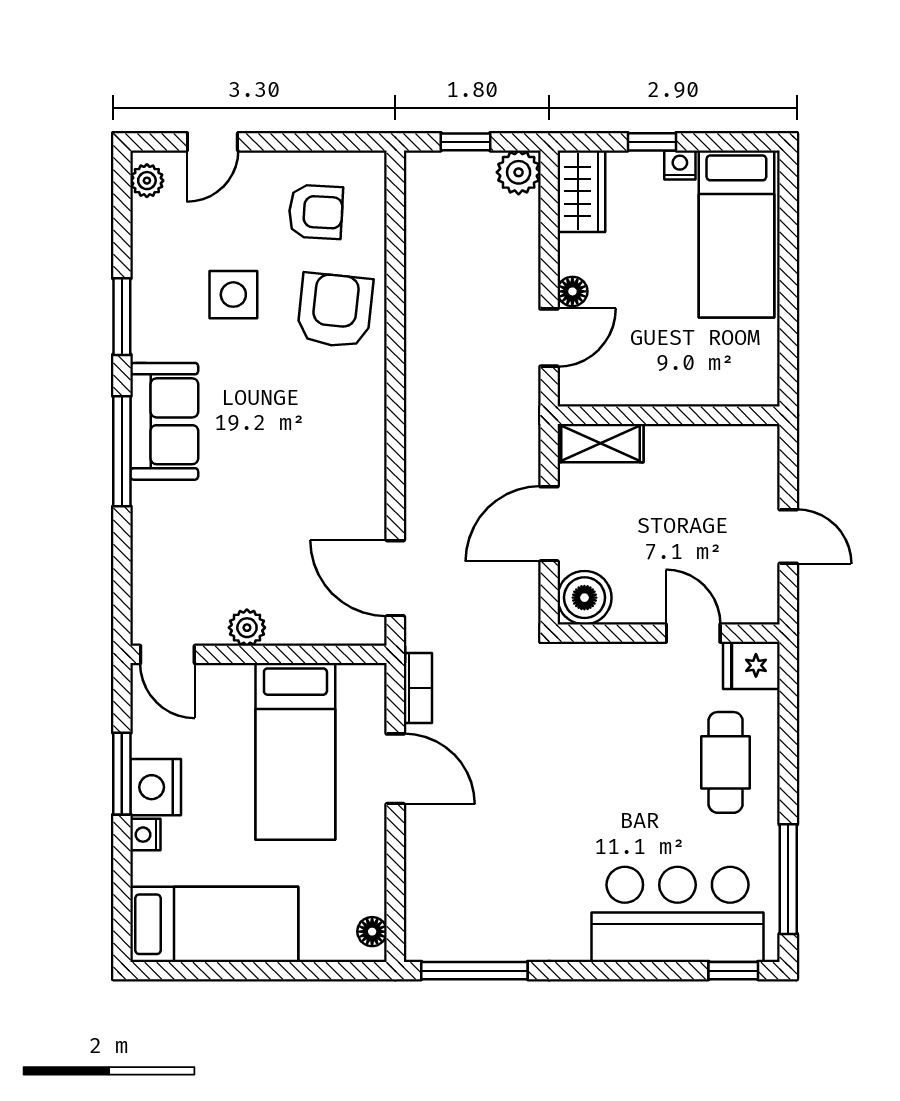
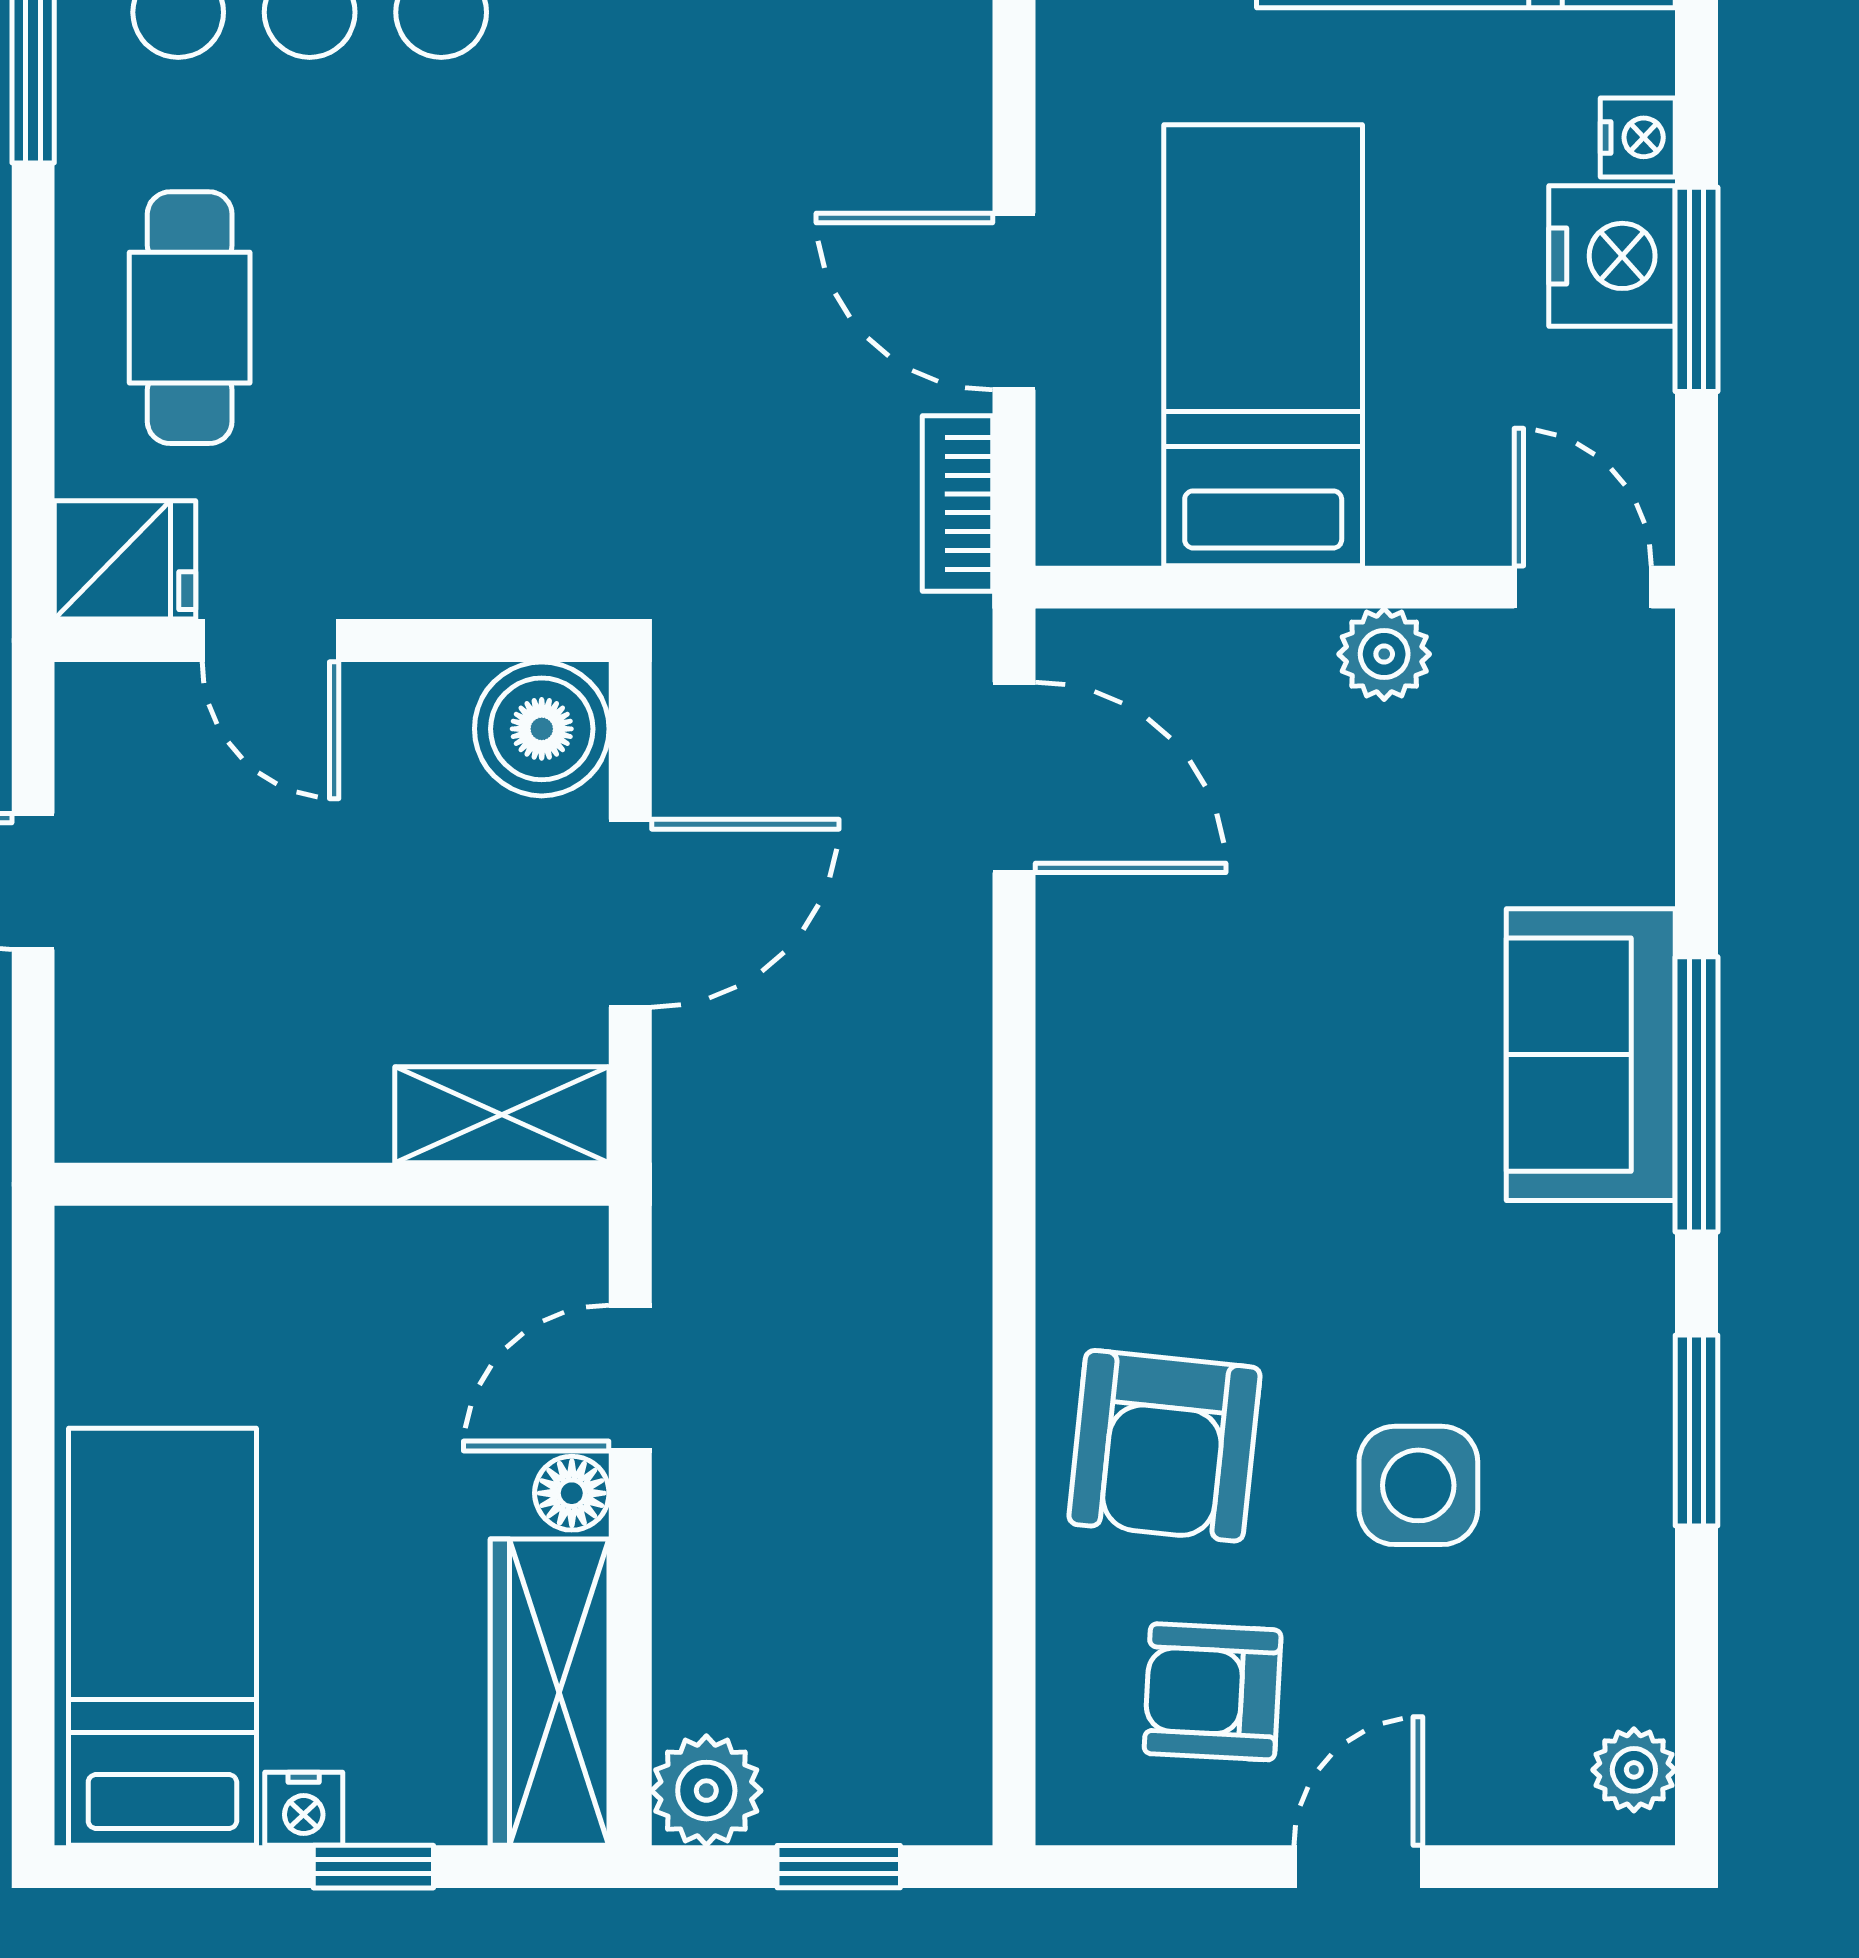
door: (212, 142) -> (1358, 1867), moved
wardrobe: (581, 191) -> (550, 1692), width x1.50
sofa: (164, 421) -> (1591, 1055), moved

